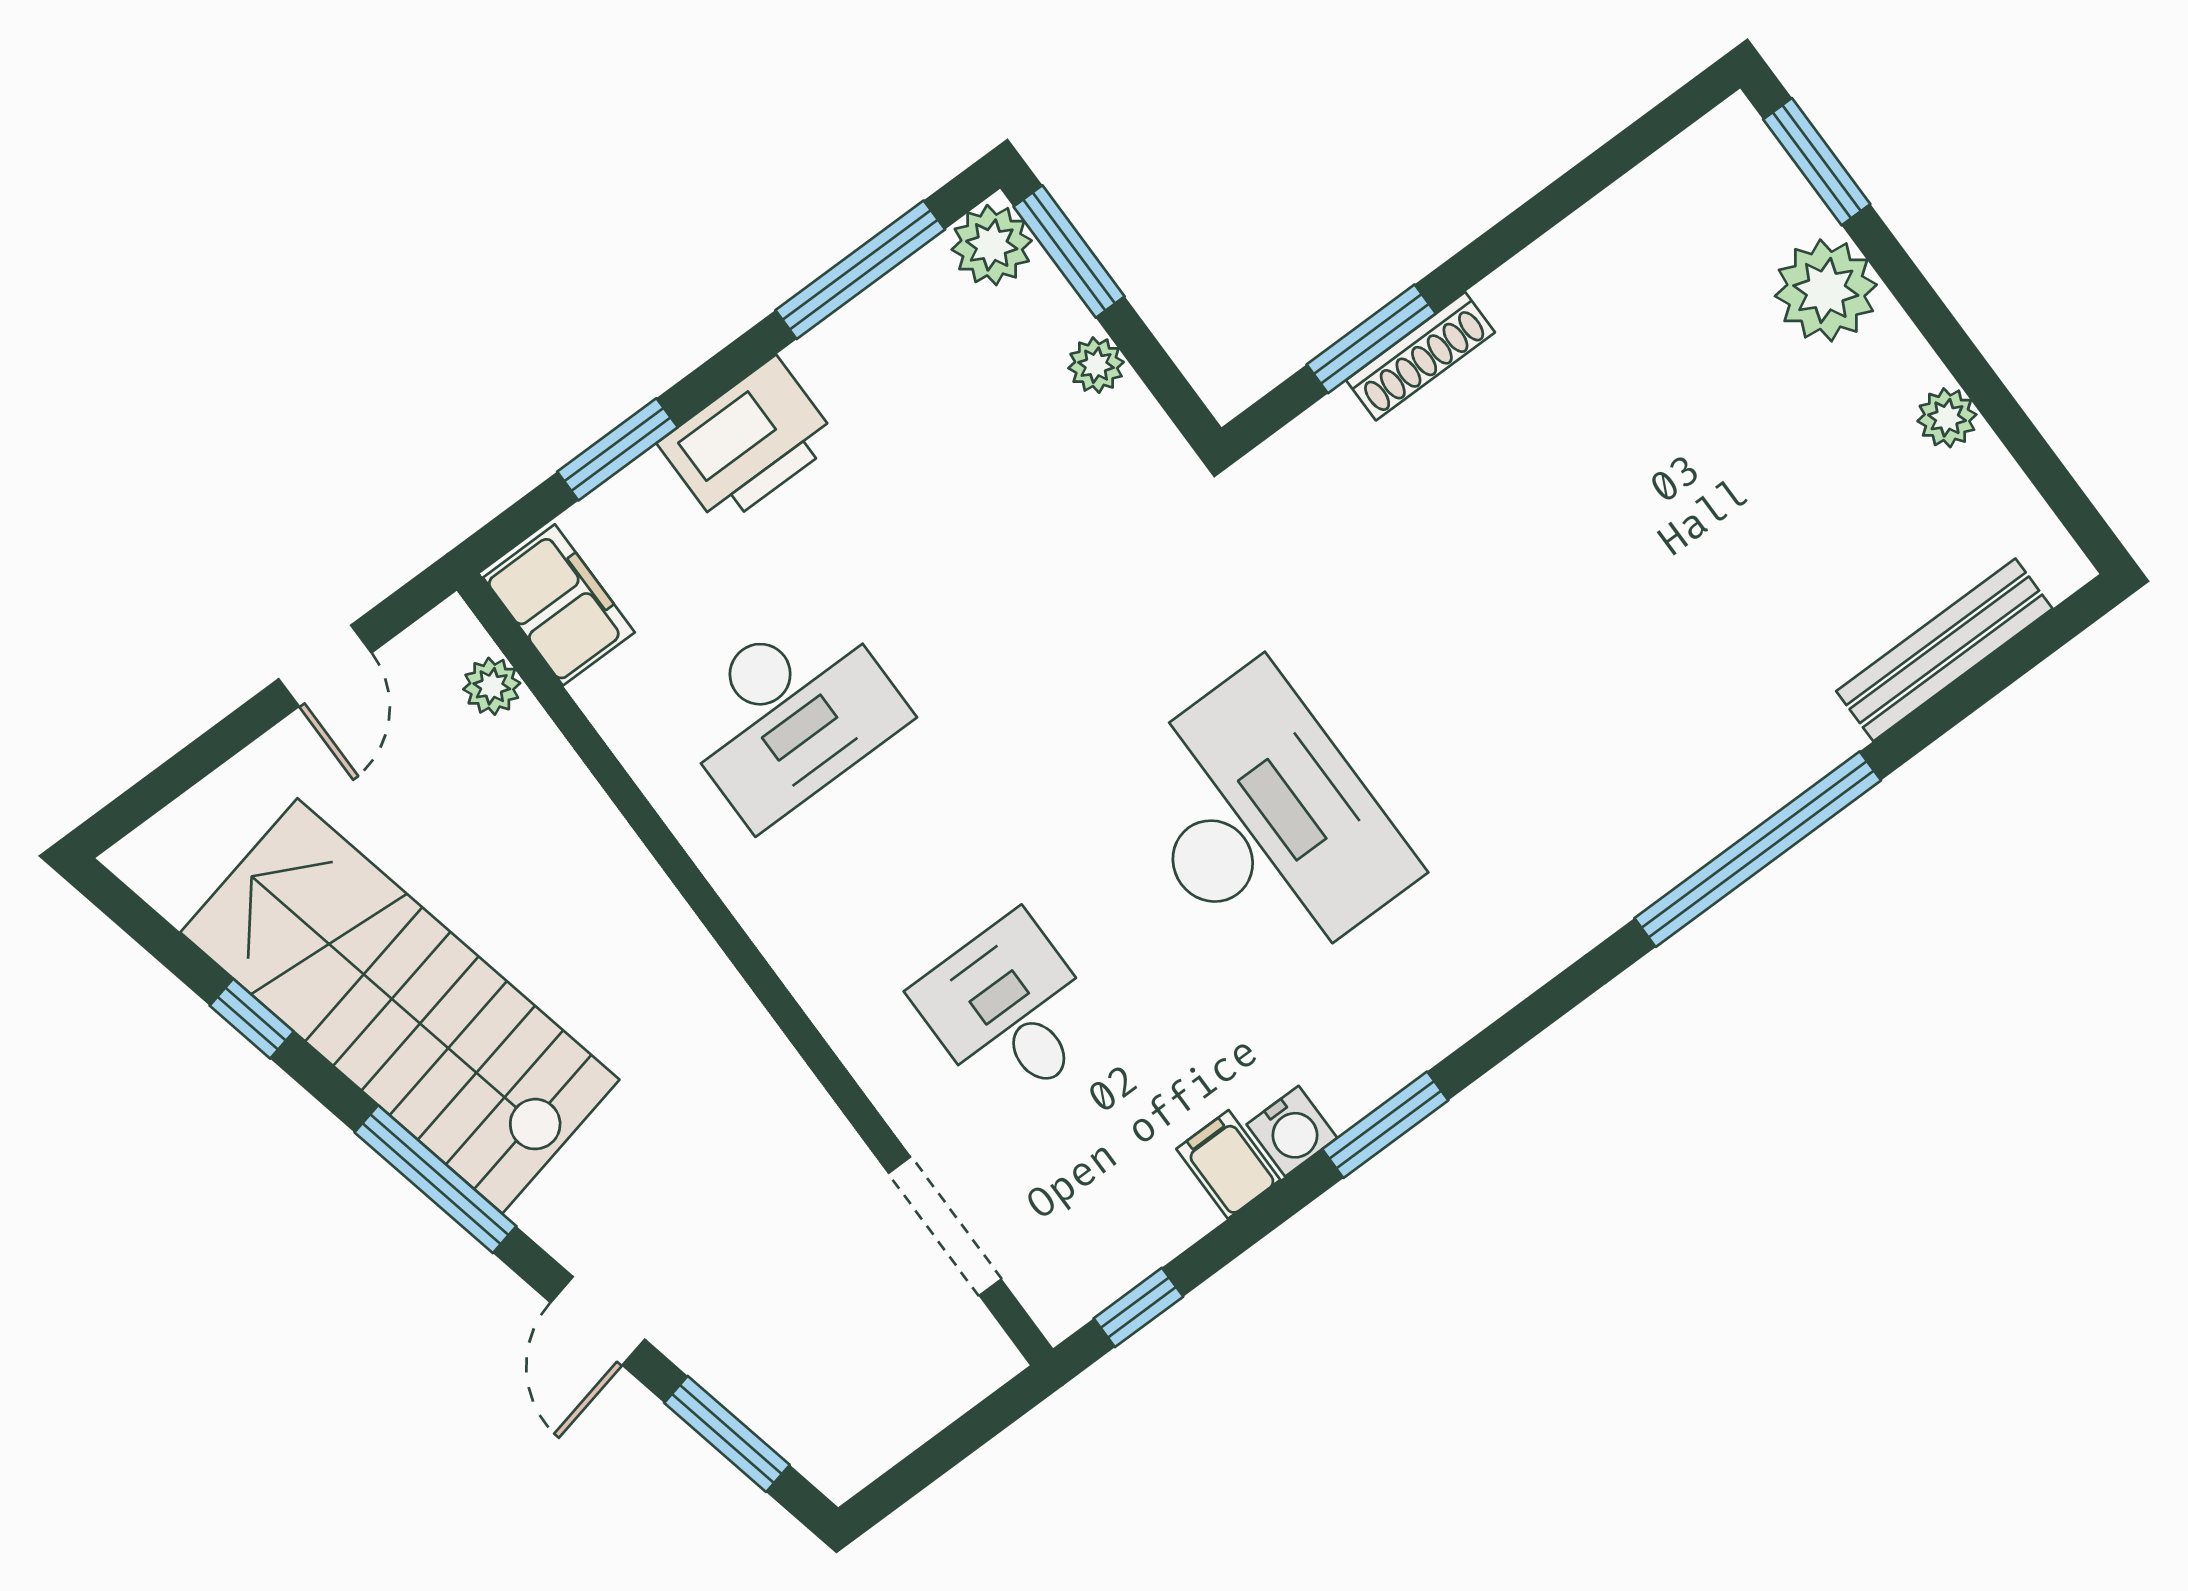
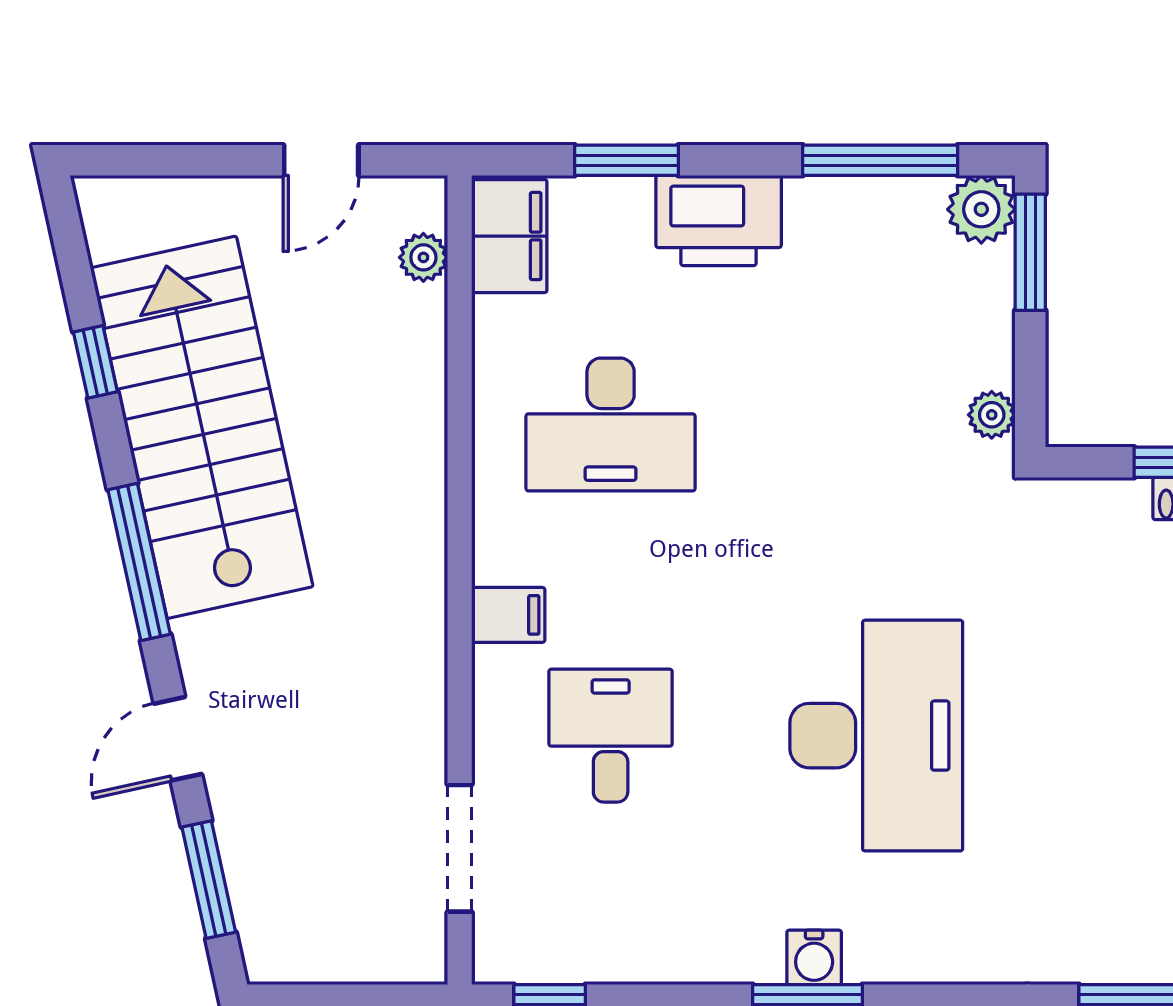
plant: (1096, 365) -> (992, 415), moved
water cooler: (1292, 1131) -> (814, 957), moved
filing cabinet: (1228, 1164) -> (508, 615), moved, turned 90

